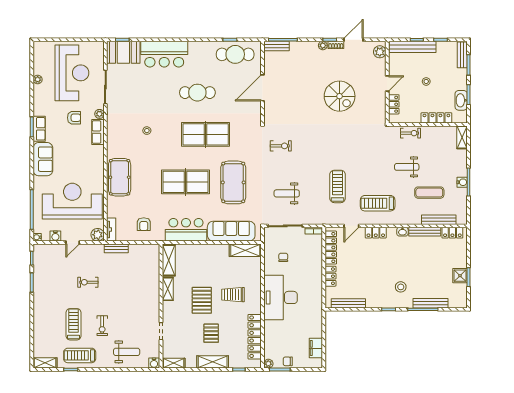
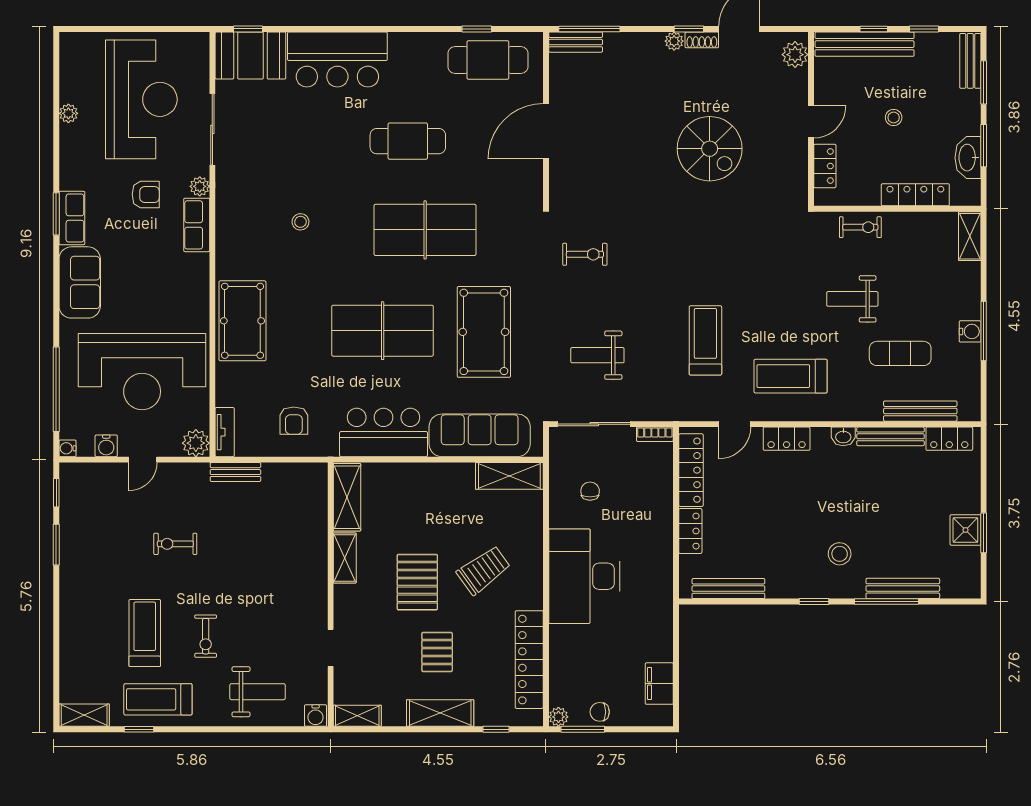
reception desk: (72, 201) -> (142, 372), turned 180
trolley: (233, 295) -> (483, 570), turned 144

